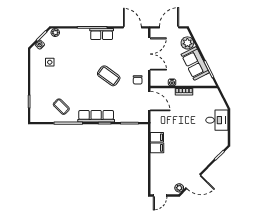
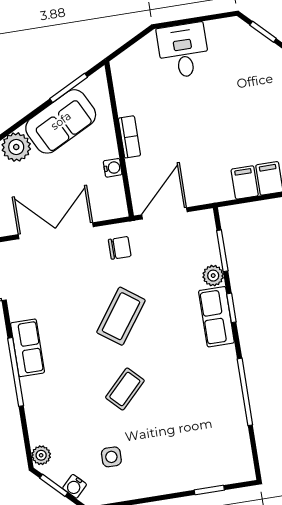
coffee table: (61, 107) -> (125, 389), moved
row of seats: (96, 116) -> (216, 317), width x0.68
plant: (120, 118) -> (213, 276), added

